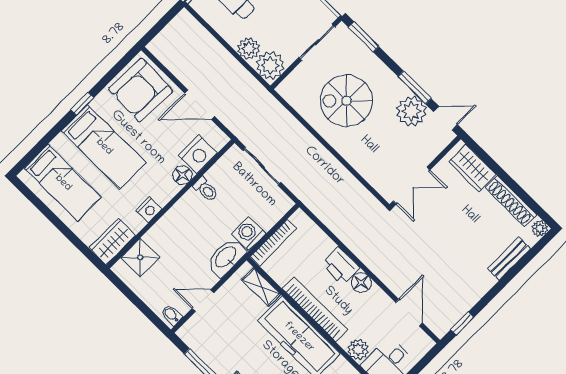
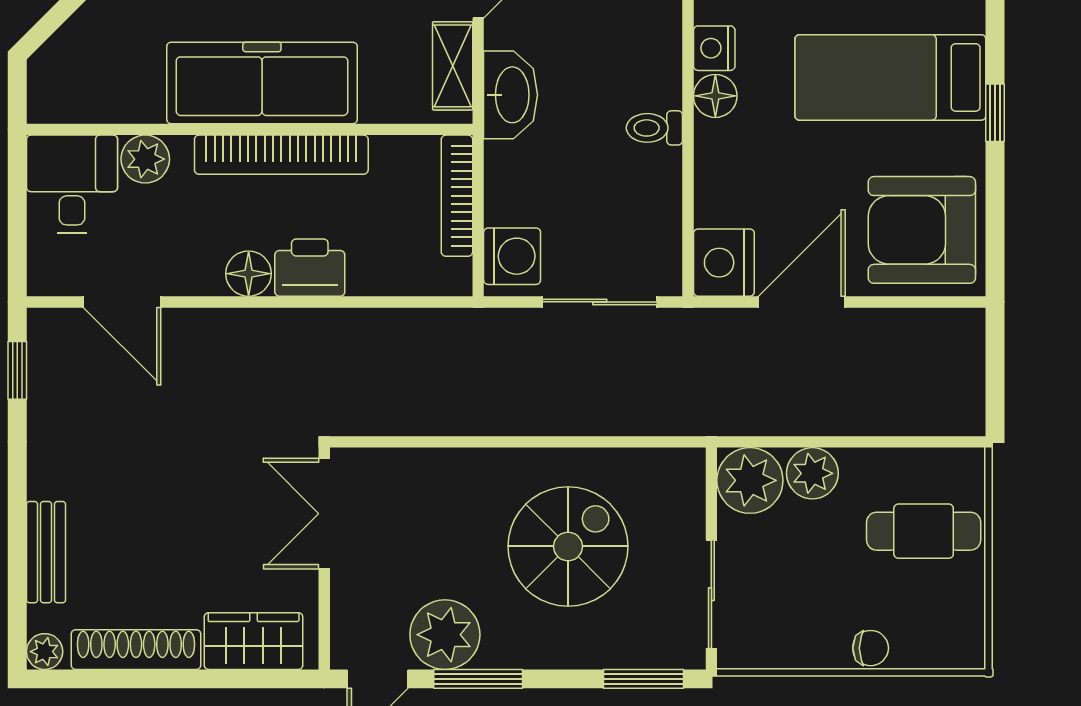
armchair: (141, 90) -> (922, 230), turned -92
nightstand: (198, 154) -> (724, 263), moved
floor lamp: (182, 175) -> (715, 96), moved
toilet: (206, 189) -> (654, 128), moved
washing machine: (249, 234) -> (512, 256), moved
shelving: (261, 287) -> (453, 66), moved, turned 90

